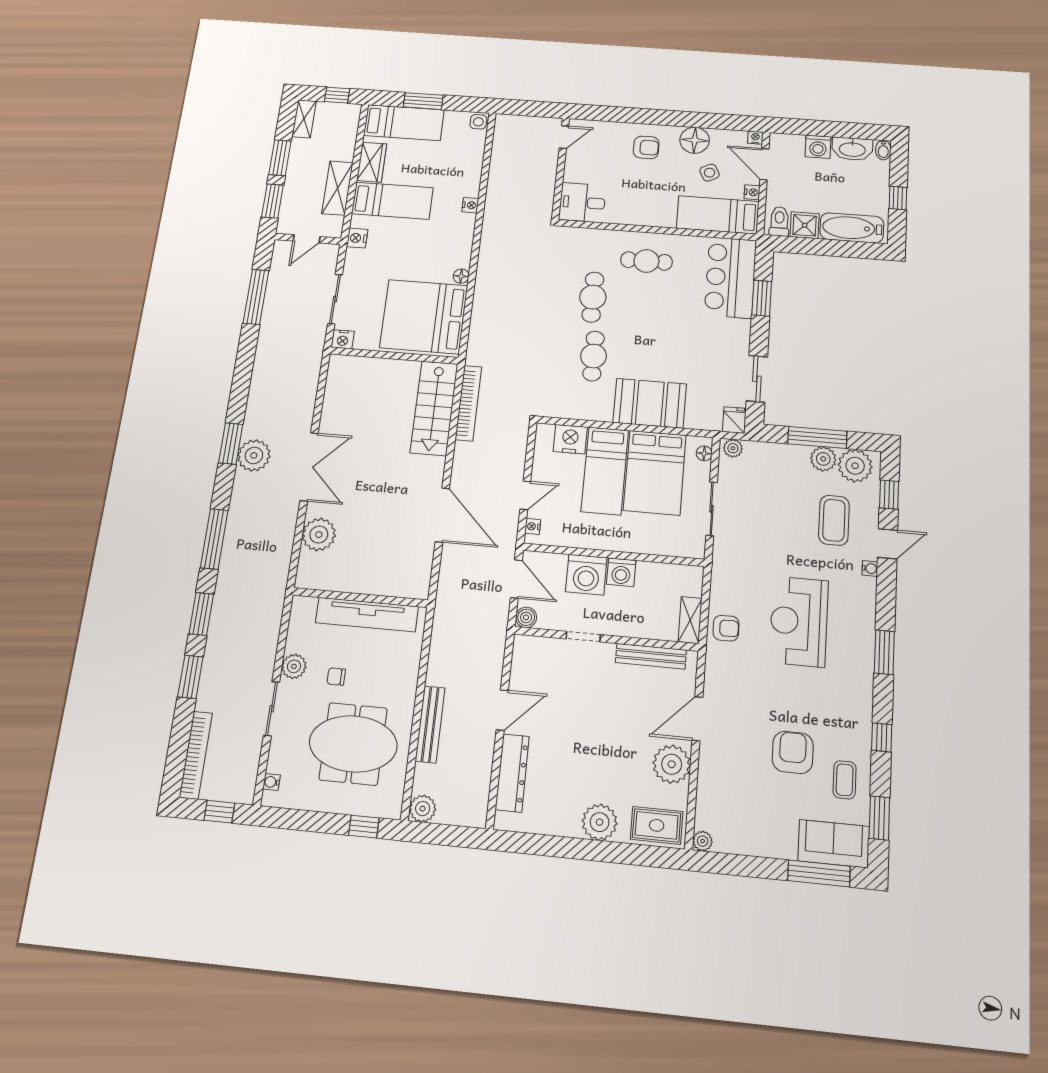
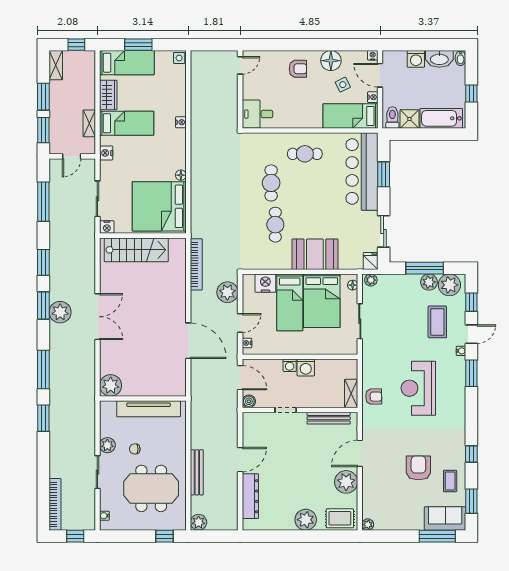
shelving: (337, 188) -> (89, 123), width x0.67, depth x0.75
bar counter: (730, 277) -> (362, 172), width x1.36
stairs: (434, 408) -> (136, 250), moved, turned -90
plant: (511, 448) -> (227, 292), added
plant: (319, 535) -> (111, 385), moved
washing machine: (586, 575) -> (290, 365), width x0.53, depth x0.53
window: (884, 652) -> (471, 373), moved
window: (190, 677) -> (43, 262), moved

